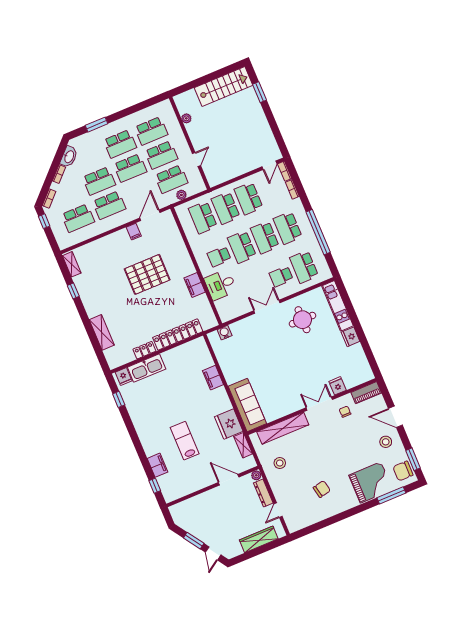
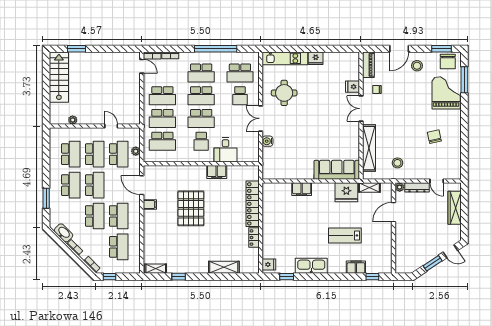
water cooler: (225, 333) -> (268, 141), moved
kitchen sink: (147, 368) -> (311, 266), moved, turned -90

